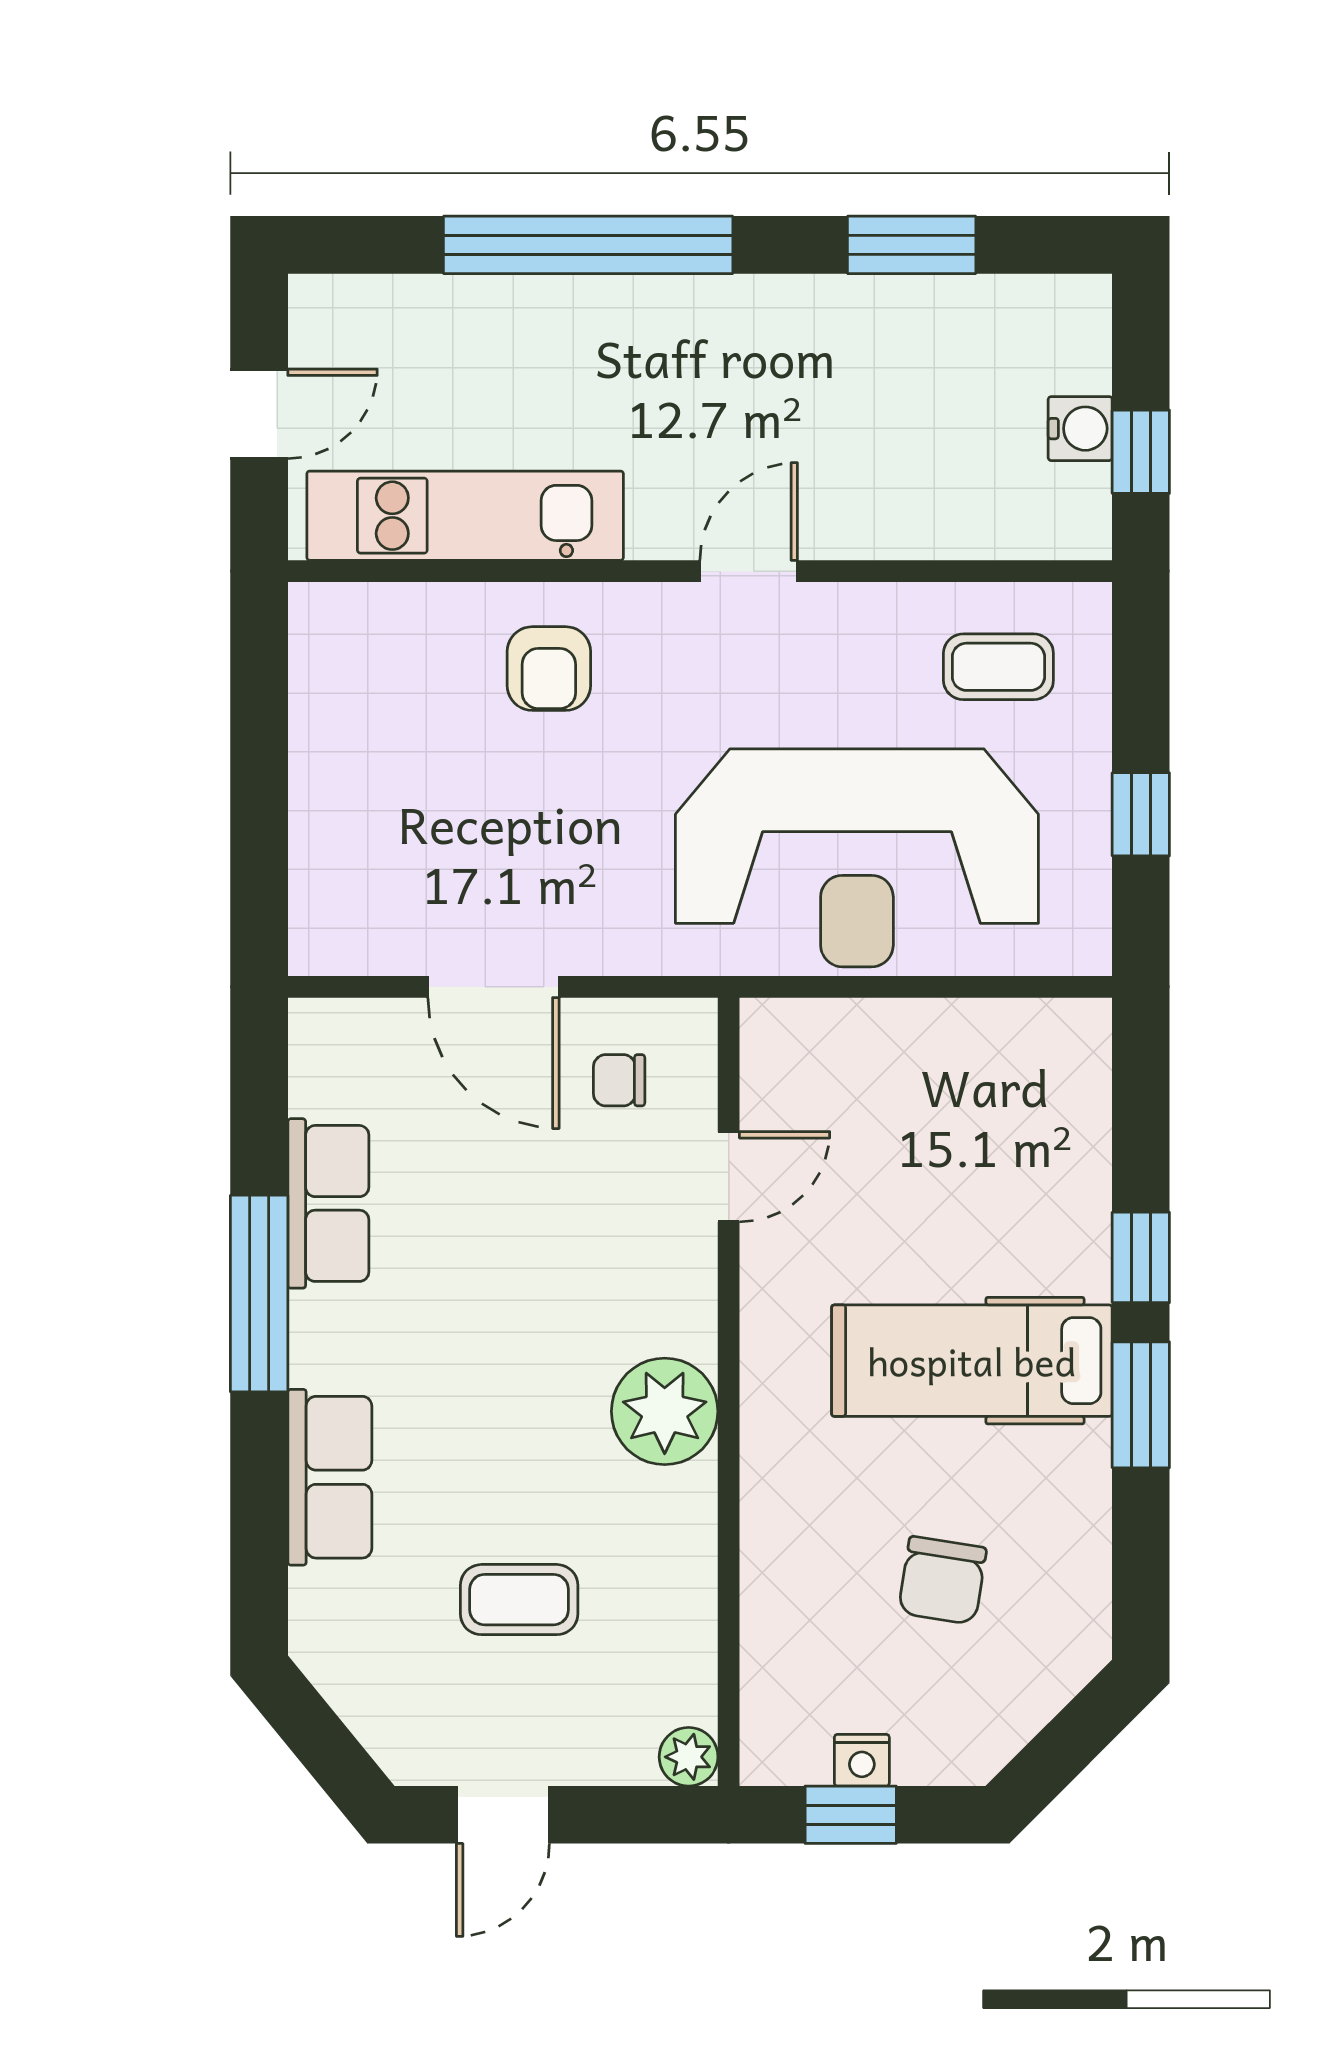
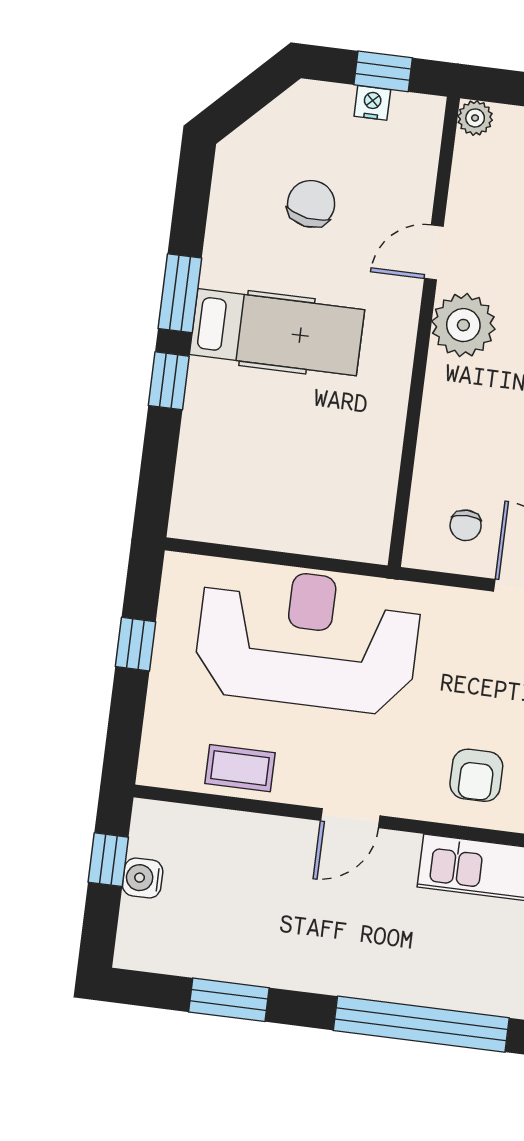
coffee table: (998, 667) -> (240, 768), moved
armchair: (549, 669) -> (476, 775), turned 180
chair: (619, 1080) -> (466, 525), turned 90
door: (729, 1177) -> (434, 252), moved

